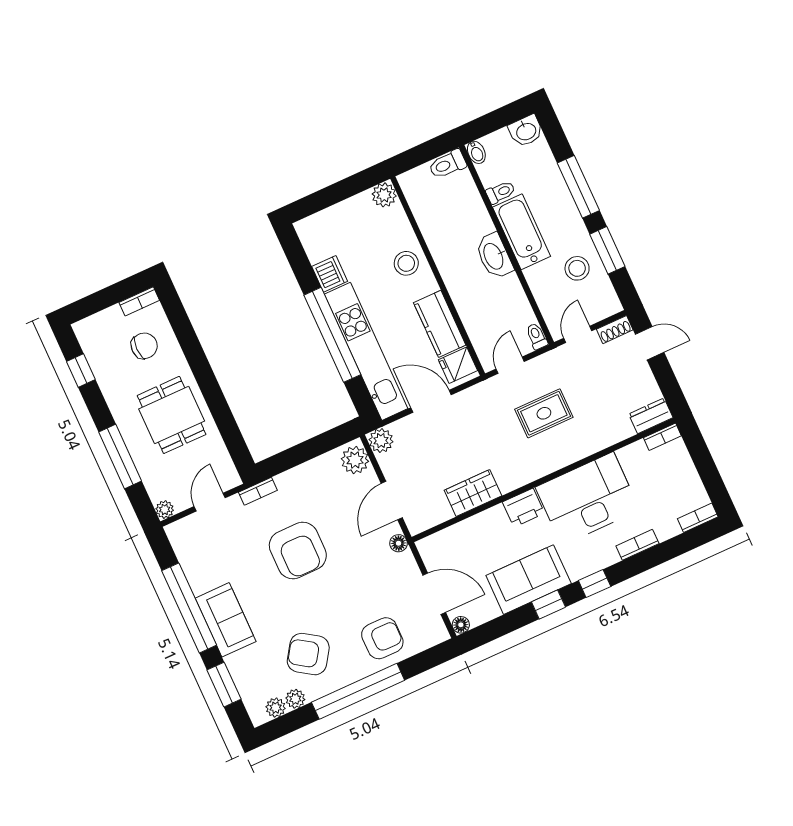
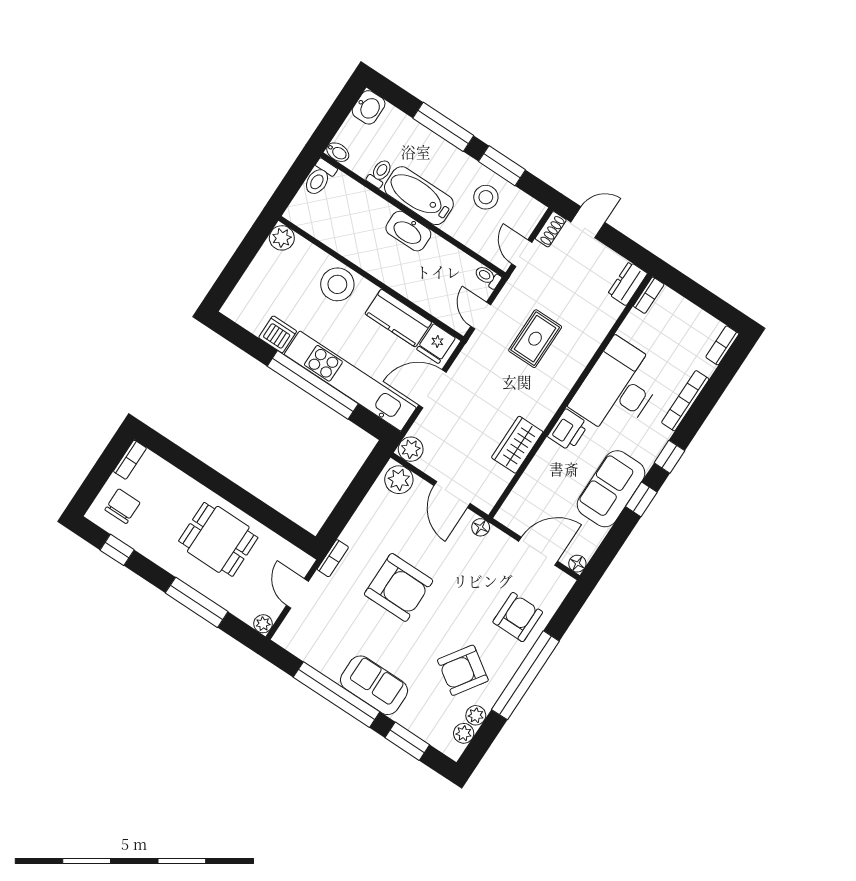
stool: (406, 263) -> (337, 284), width x1.38, depth x1.38
chair: (144, 346) -> (122, 506), moved
bookcase: (637, 545) -> (685, 401), width x1.56

